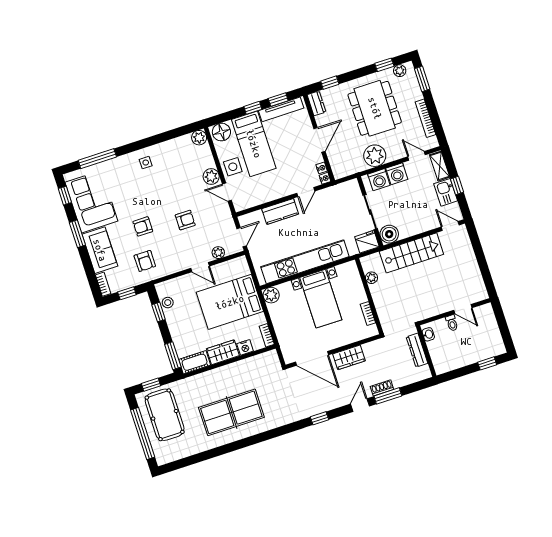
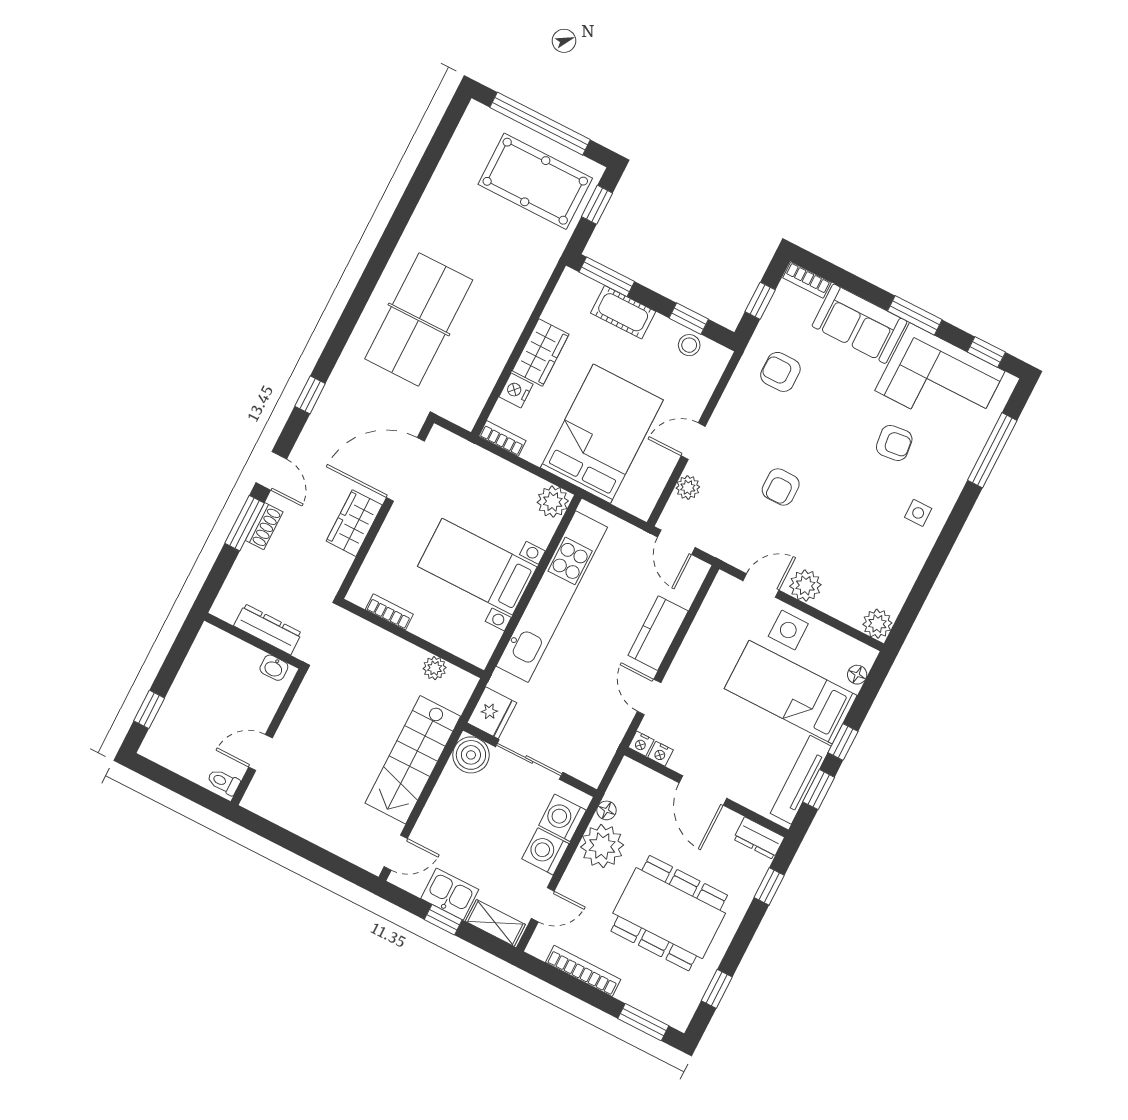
plant: (400, 71) -> (687, 1002), removed
floor lamp: (221, 132) -> (857, 675), width x0.53, depth x0.53
floor lamp: (361, 167) -> (606, 810), added
armchair: (143, 226) -> (894, 443), moved, turned 83
toilet: (452, 323) -> (224, 782), moved
cot: (195, 362) -> (623, 312), moved, turned 90
table tennis table: (231, 412) -> (419, 319), moved

